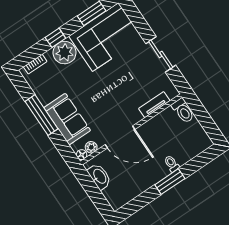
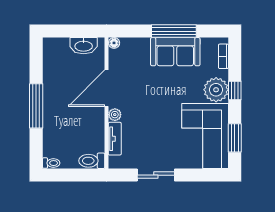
sofa: (67, 119) -> (175, 52), moved
plant: (91, 147) -> (115, 115), moved
toilet: (172, 164) -> (51, 163), moved
window: (170, 182) -> (36, 106), width x1.44

